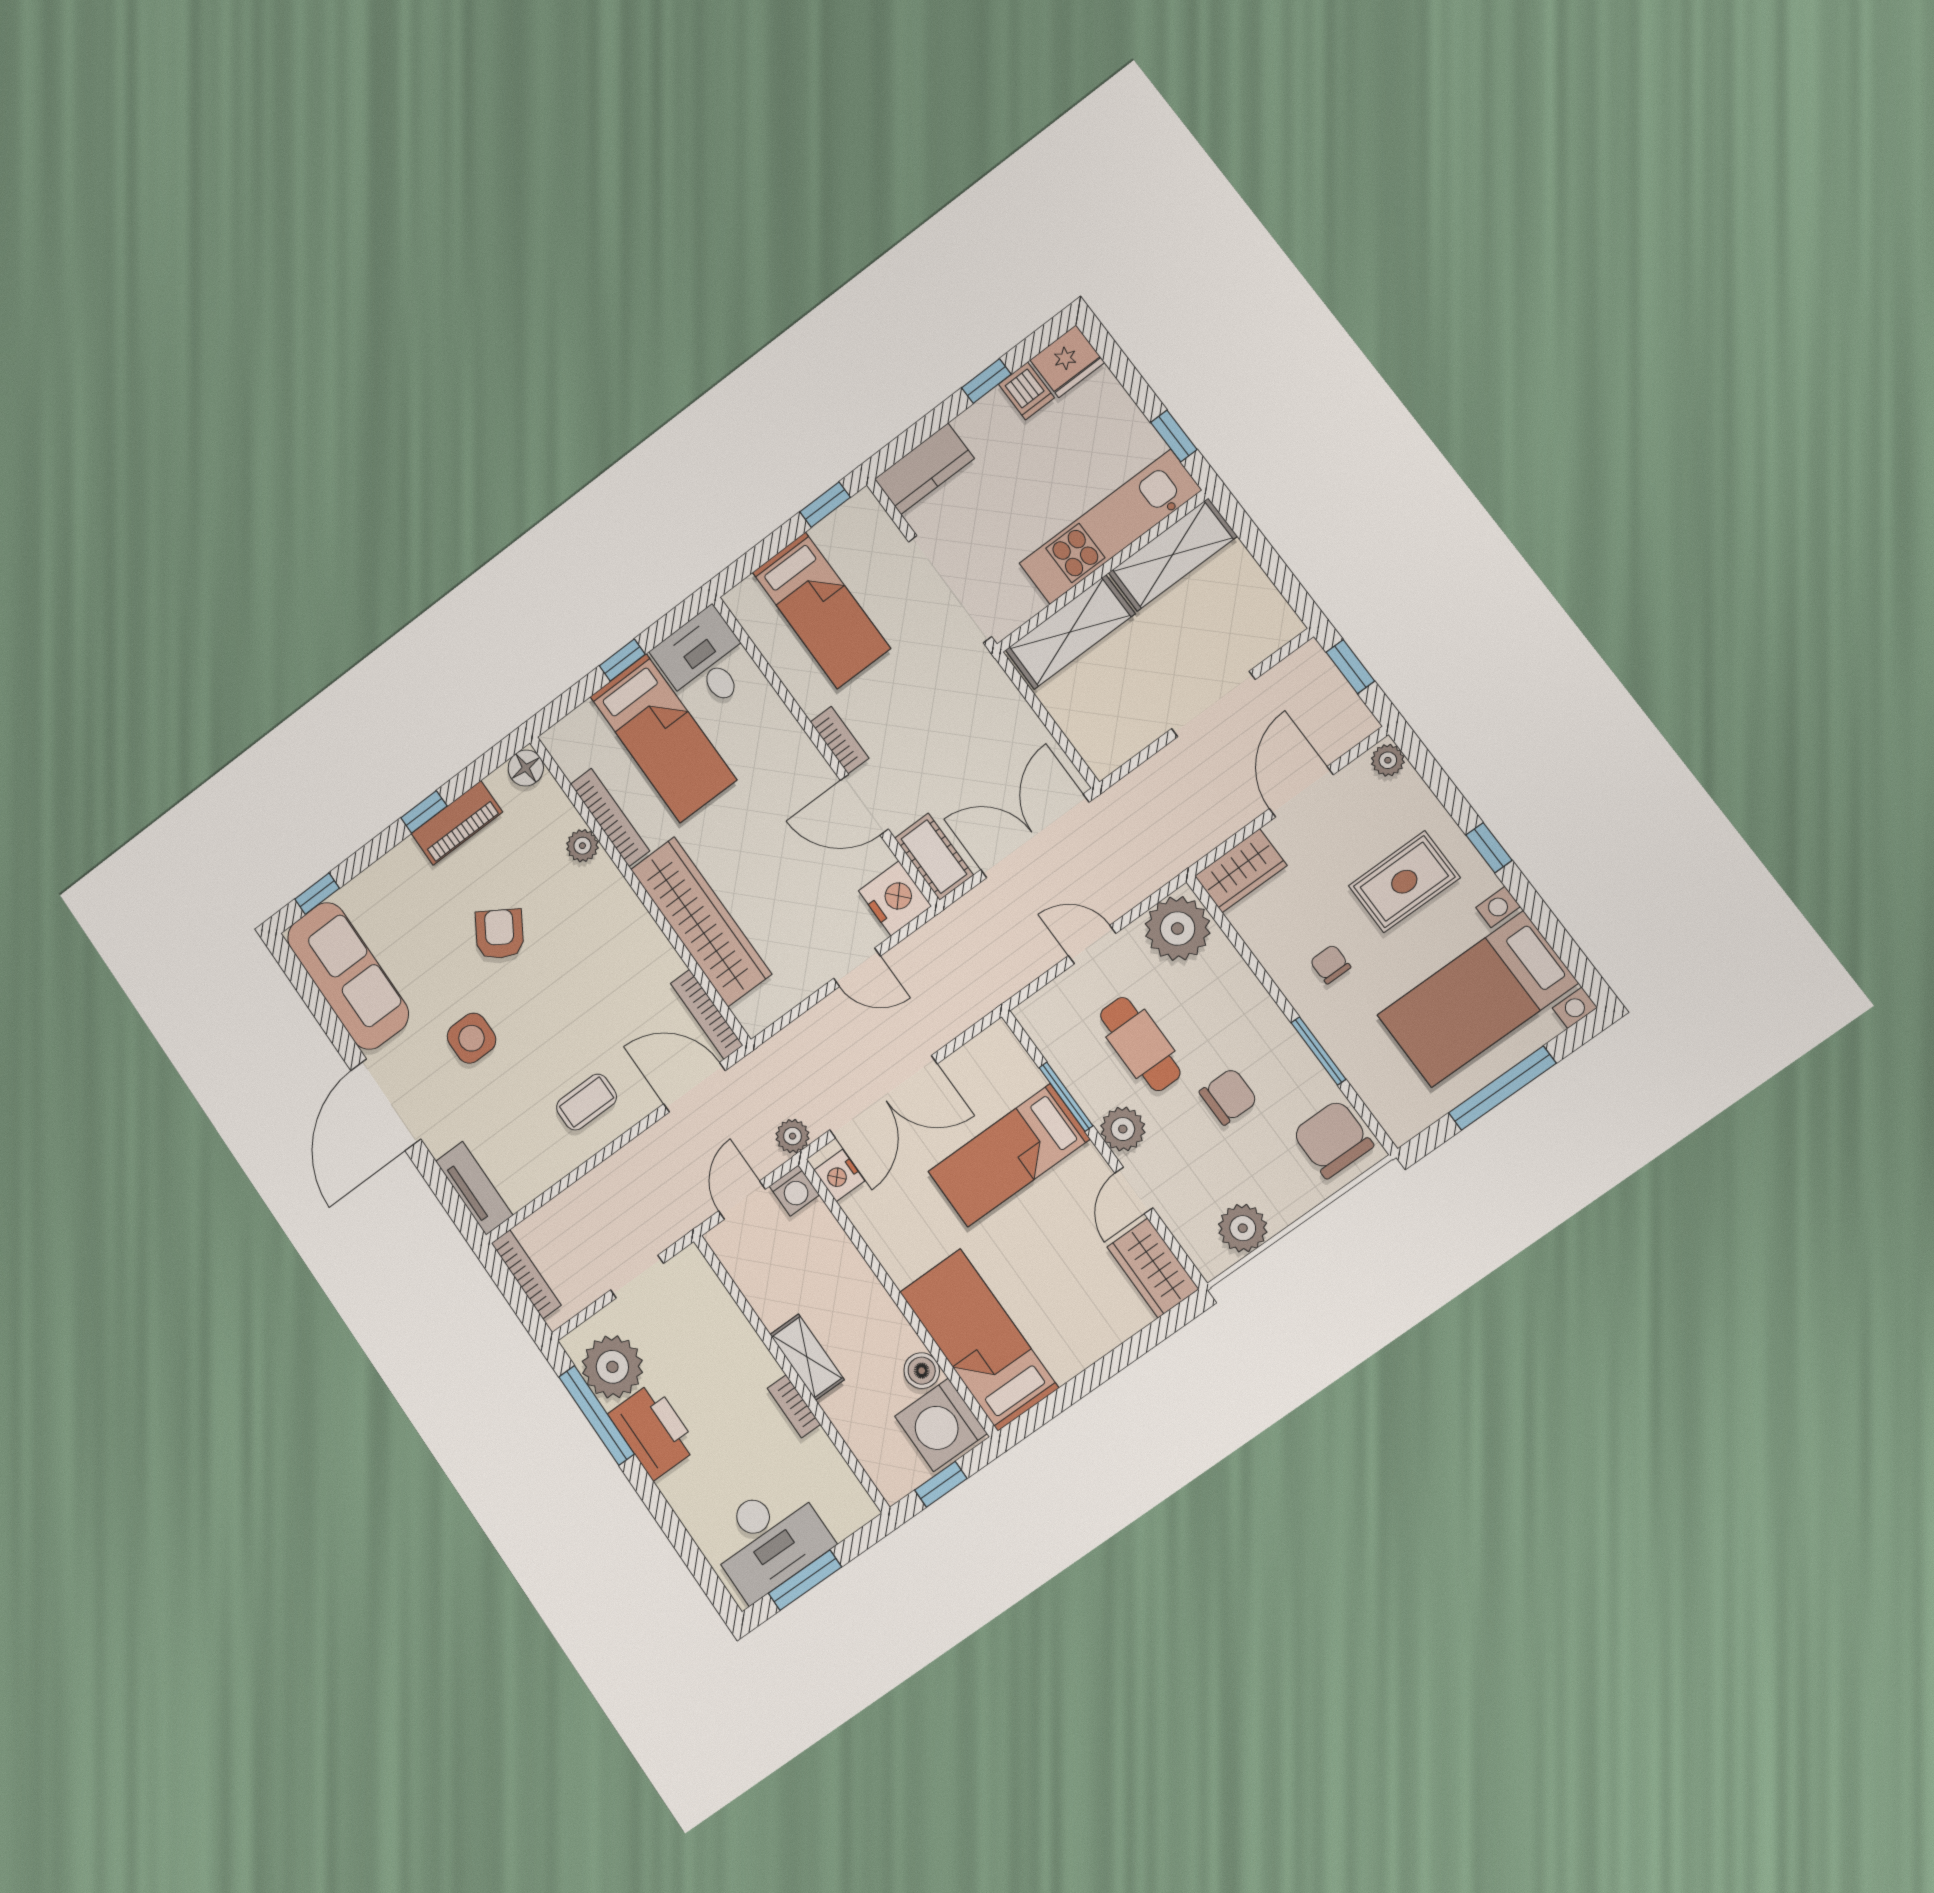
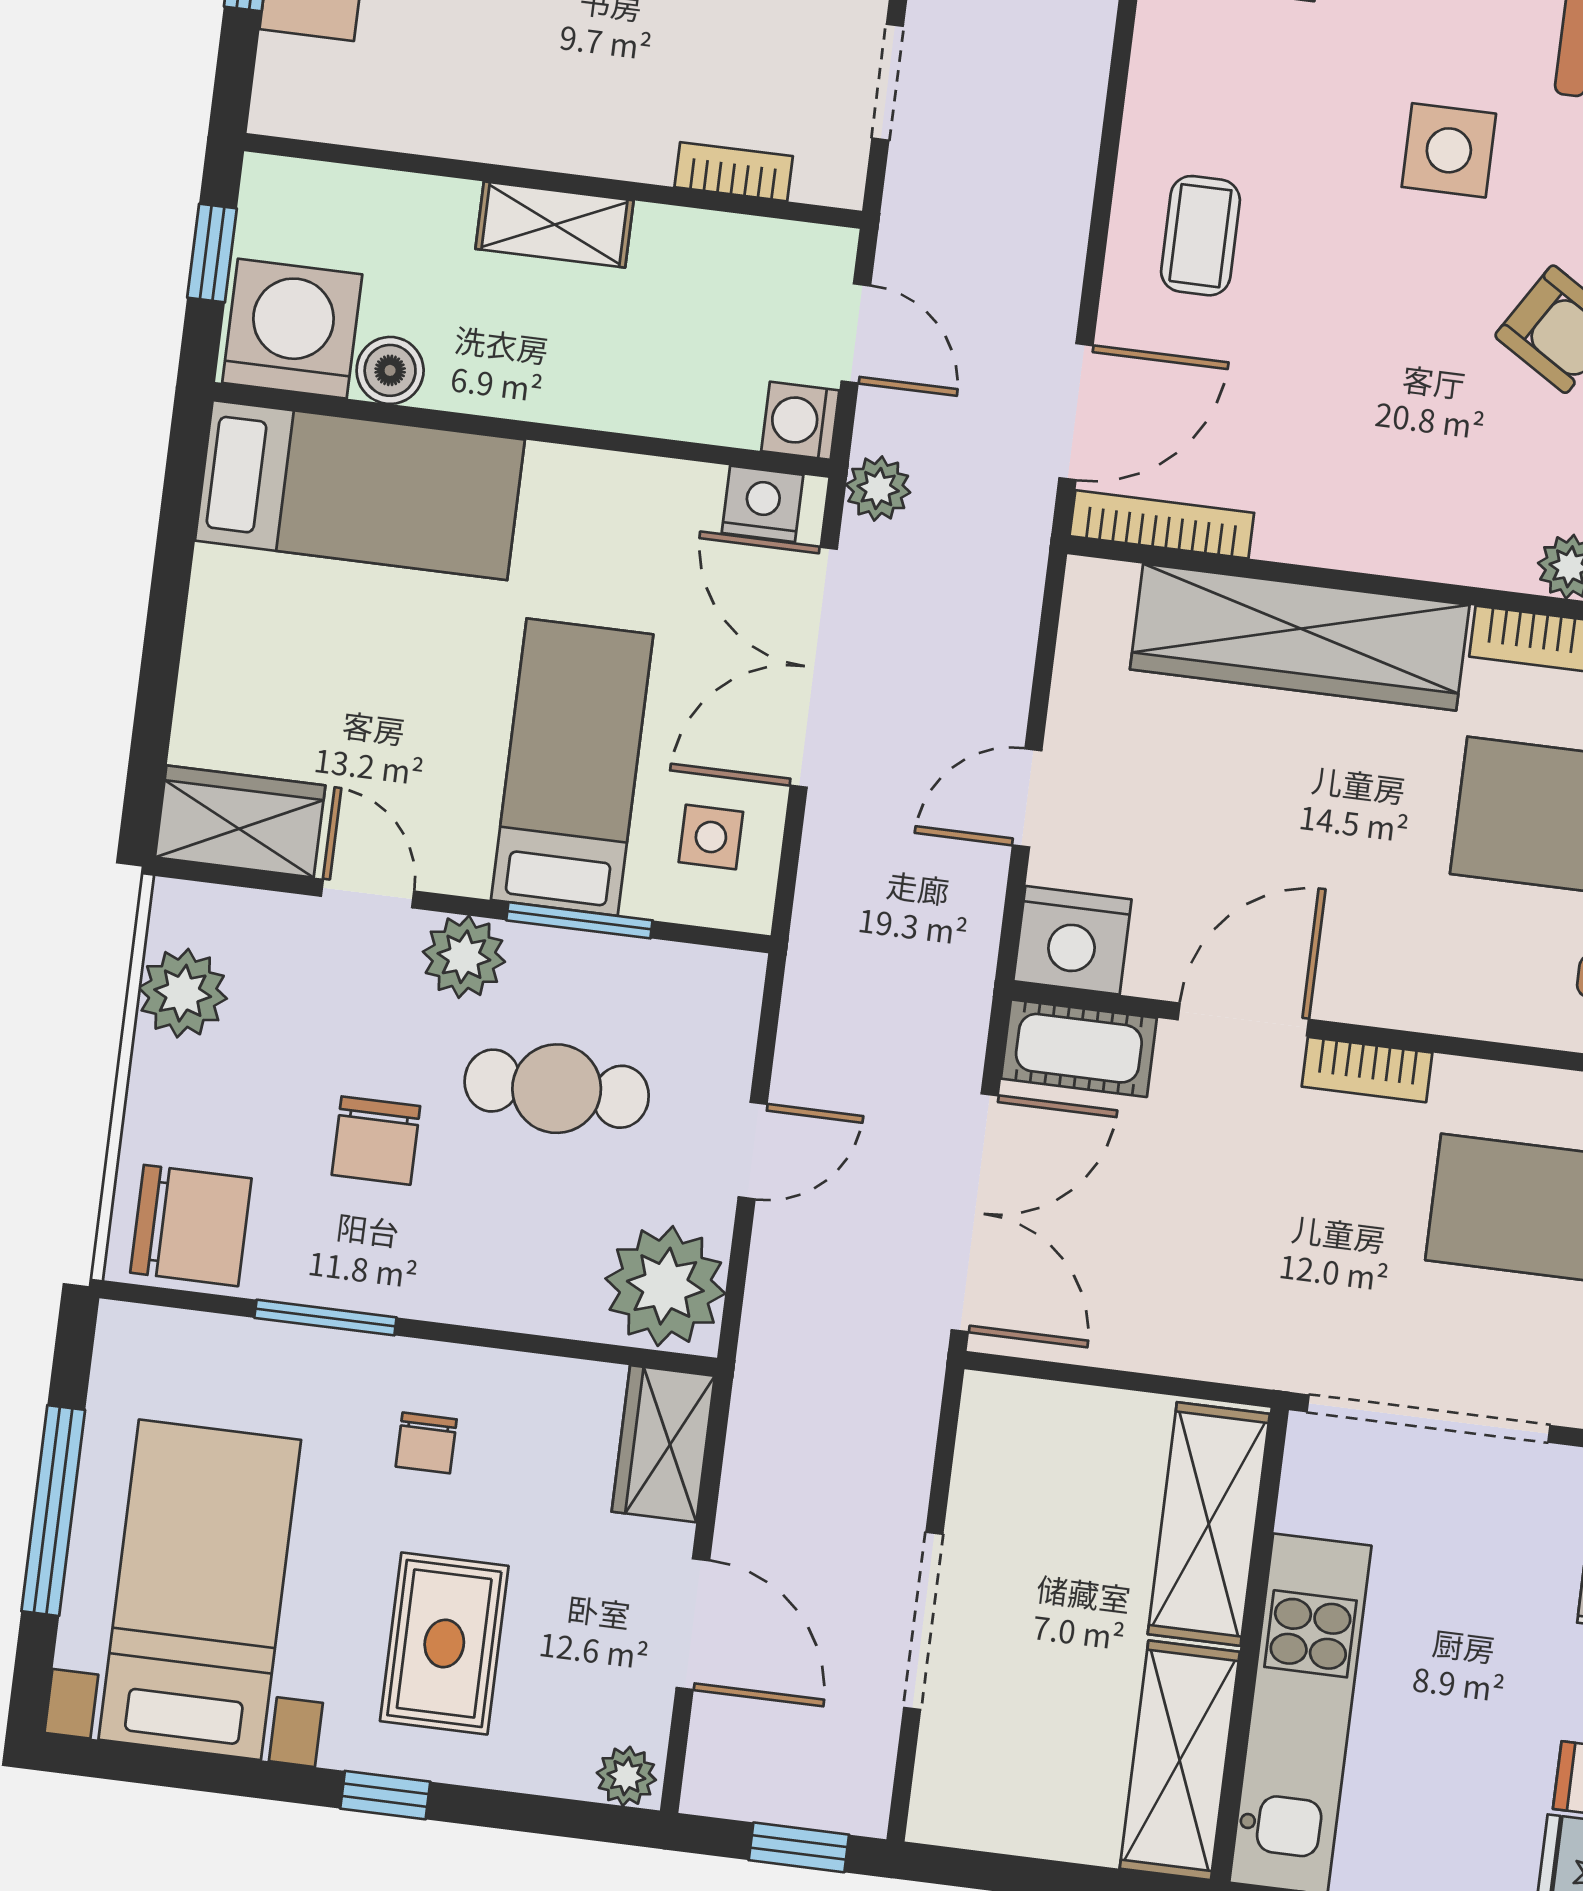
chair: (1330, 964) -> (426, 1443), turned 90
side table: (985, 1076) -> (711, 837), added
bookcase: (794, 1406) -> (734, 172), moved

